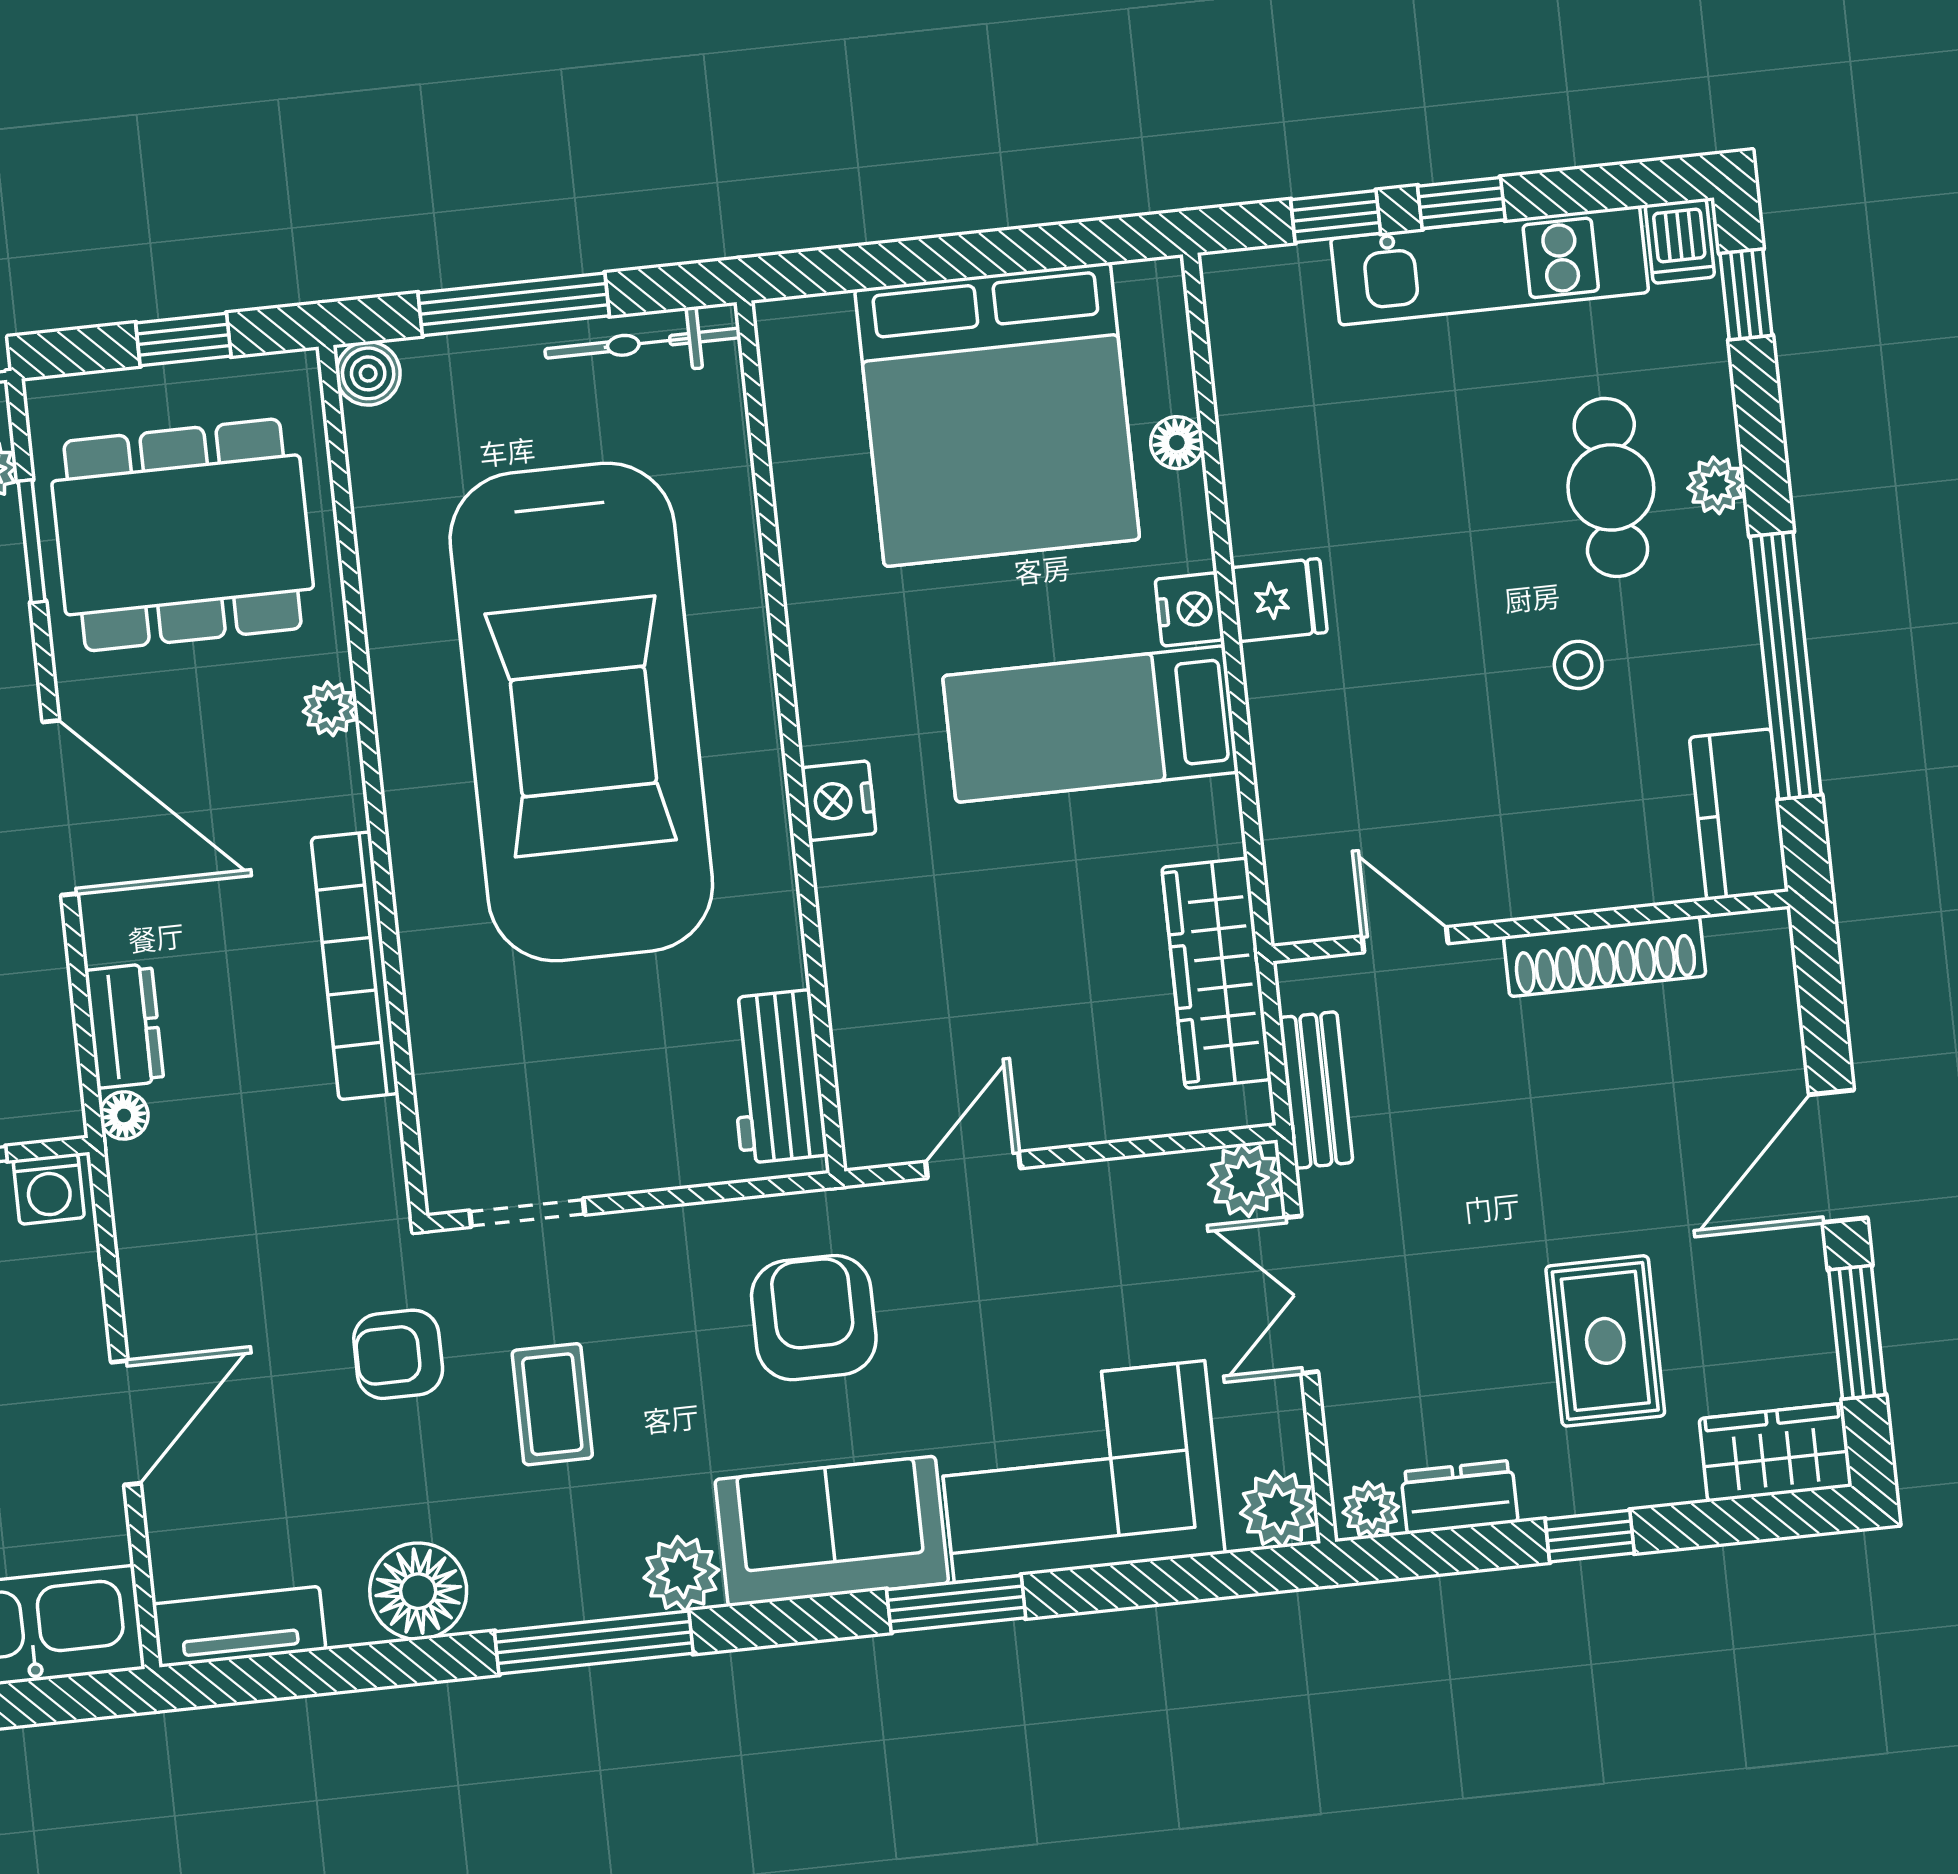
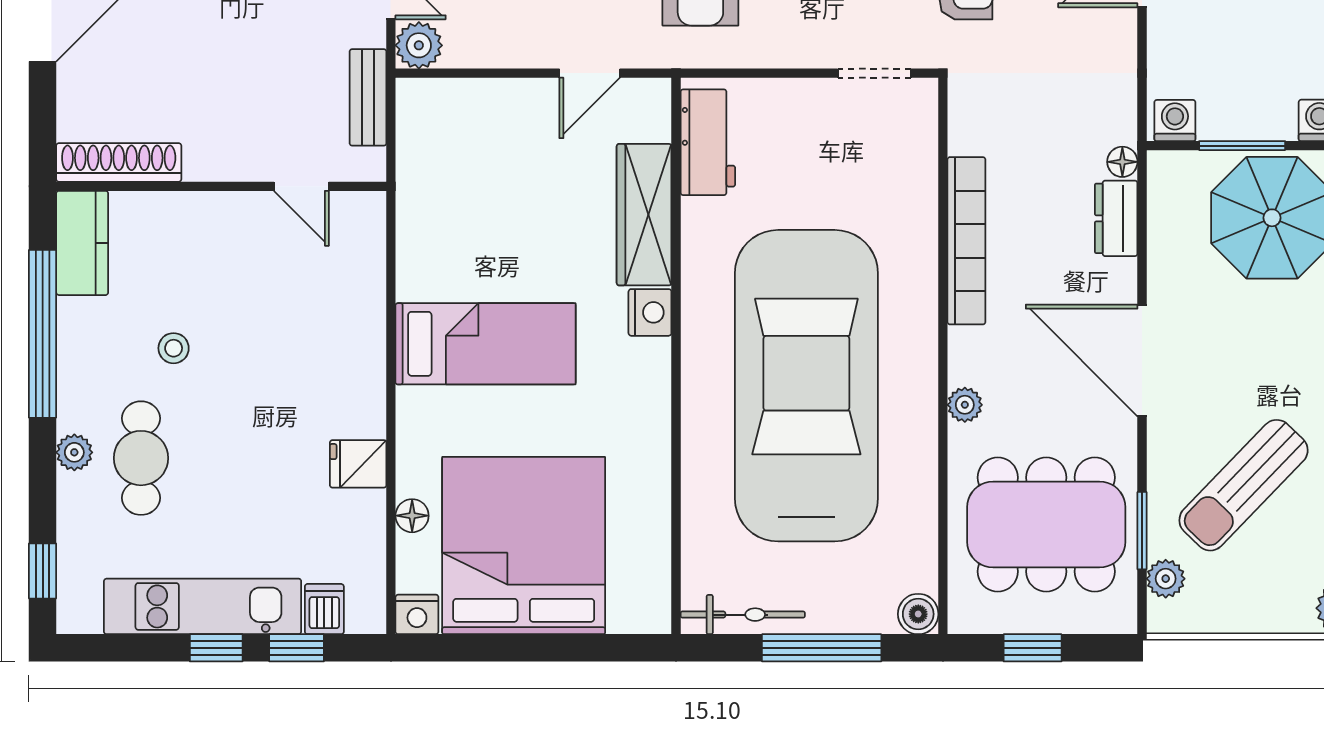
dishwasher: (1680, 241) -> (324, 609), moved
fridge: (1279, 600) -> (358, 464), moved
nightstand: (1190, 609) -> (417, 614), moved, turned -90
shoe rack: (1605, 956) -> (119, 162), moved
wardrobe: (1217, 973) -> (644, 215), moved, turned 180

